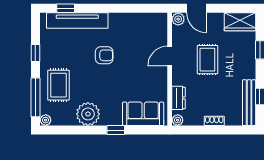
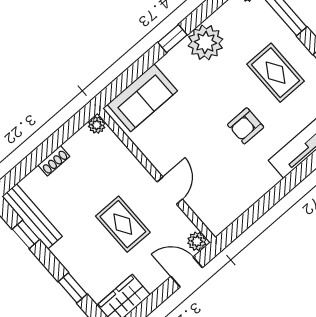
rug: (58, 85) -> (276, 73), moved
dresser: (179, 98) -> (118, 151), removed
window: (116, 130) -> (172, 39), moved

